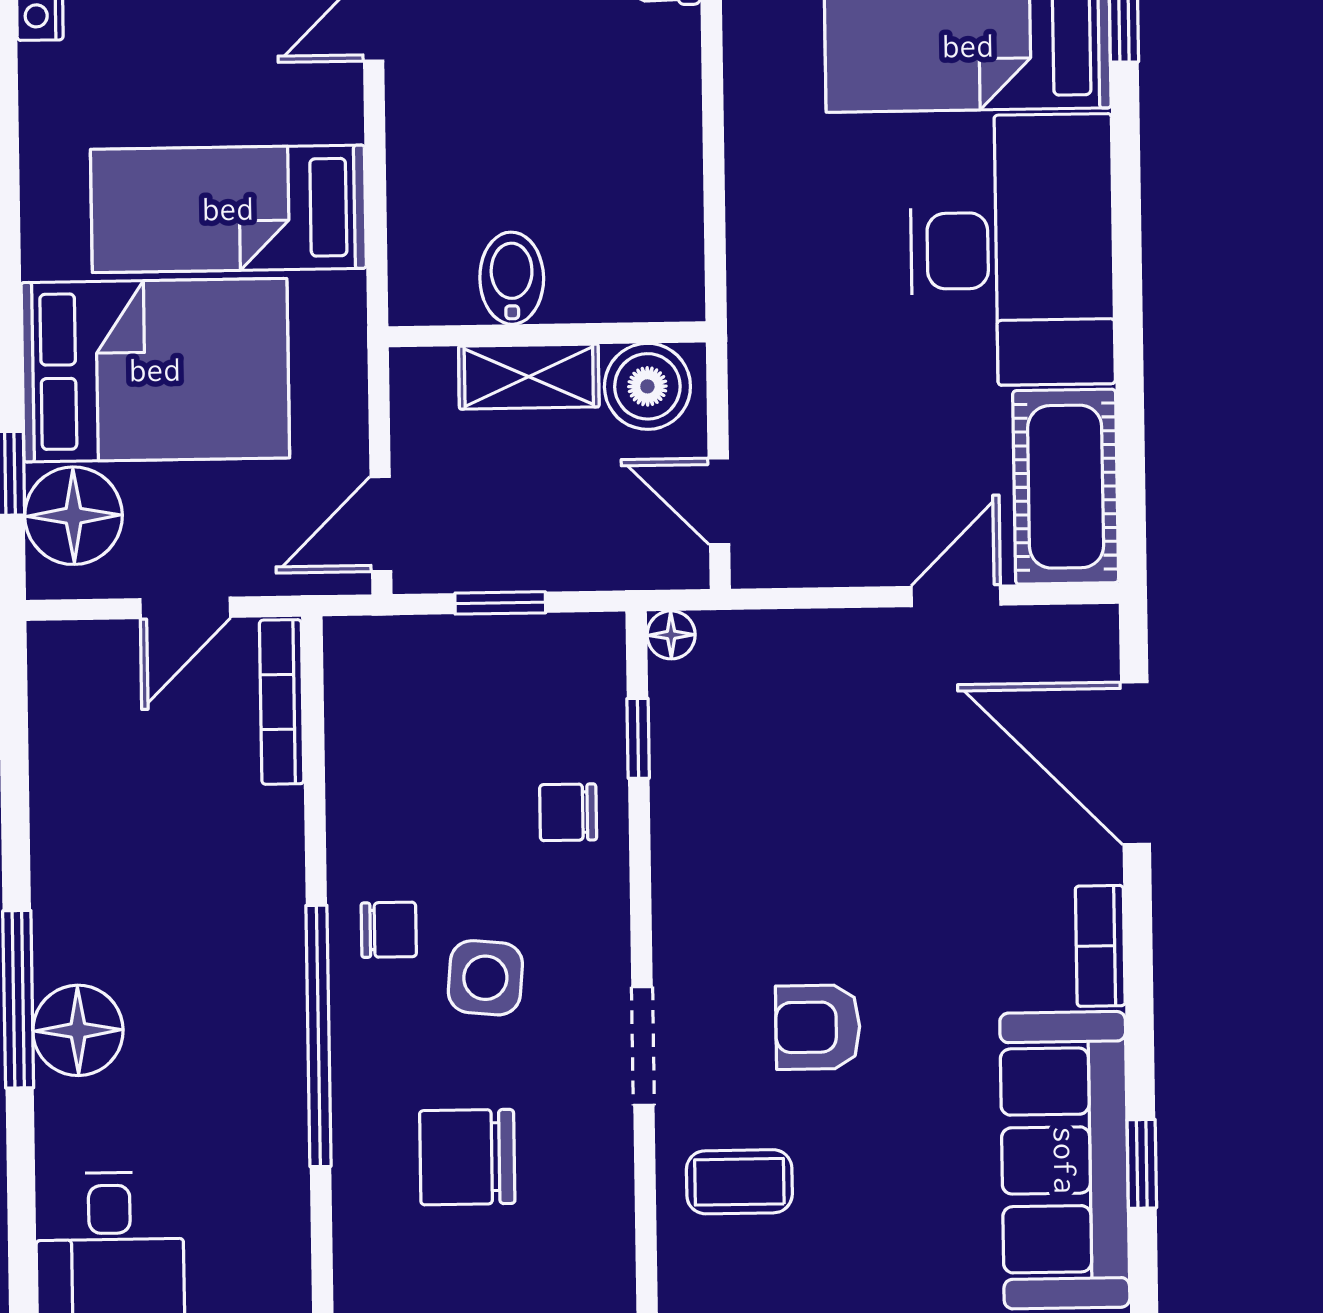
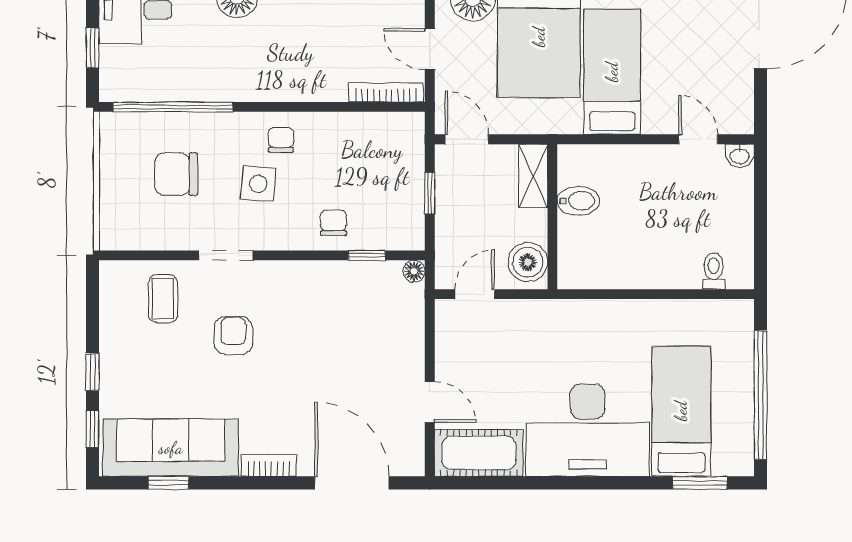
shelving: (529, 377) -> (533, 176), moved
door: (1136, 763) -> (352, 483), hinge flipped
chair: (389, 930) -> (281, 140), turned 180
window: (318, 1036) -> (173, 107), moved
chair: (467, 1157) -> (176, 174), turned -90

